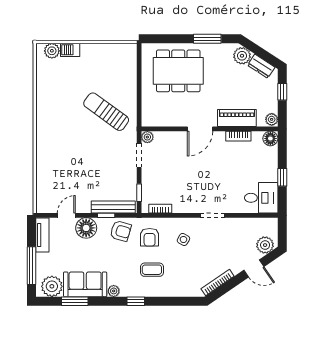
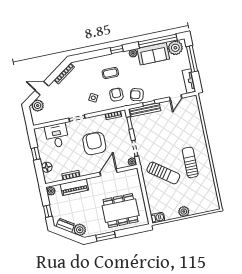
barbecue: (70, 50) -> (158, 218), moved
plant: (52, 51) -> (184, 212), moved
sun lounger: (65, 119) -> (190, 162), added
door: (200, 129) -> (108, 172), moved
floor lamp: (270, 138) -> (47, 167), moved
armchair: (196, 174) -> (94, 143), added
desk: (261, 198) -> (57, 136), moved, turned 90
floor lamp: (86, 228) -> (160, 92), removed
window: (75, 301) -> (158, 41), width x2.11

